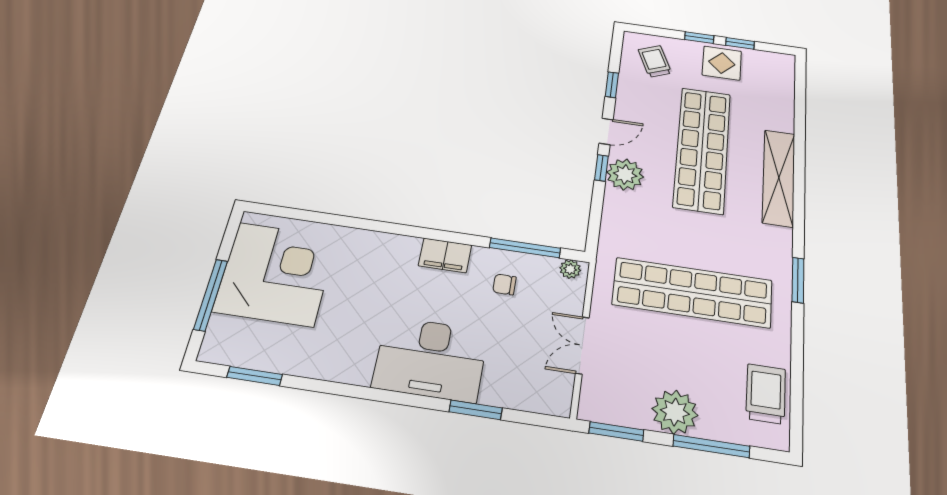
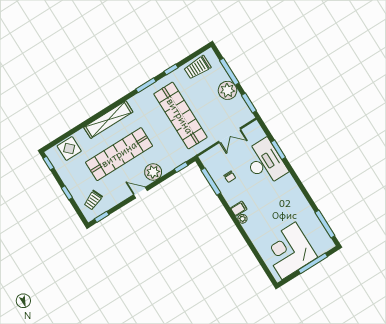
window: (740, 43) -> (48, 163), moved
display table: (722, 63) -> (69, 148), moved
window: (612, 85) -> (102, 217), moved
window: (601, 168) -> (181, 167), moved
filing cabinet: (445, 255) -> (239, 209), width x0.50
plant: (570, 269) -> (242, 219), moved
window: (797, 344) -> (171, 70), added
desk: (431, 359) -> (265, 162), moved
window: (255, 376) -> (325, 224), width x1.44

